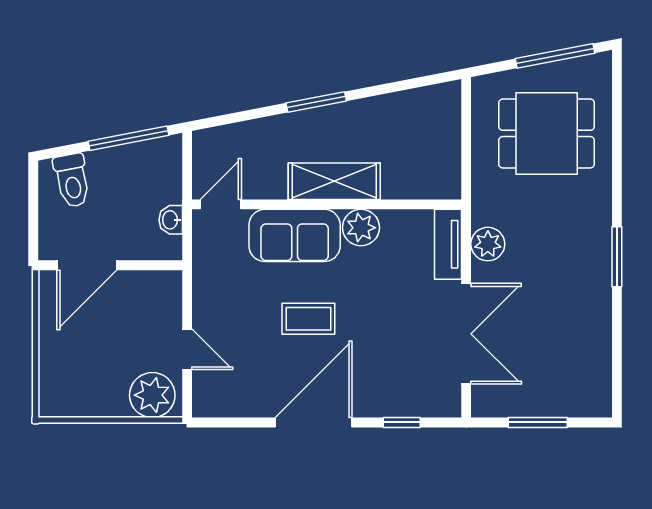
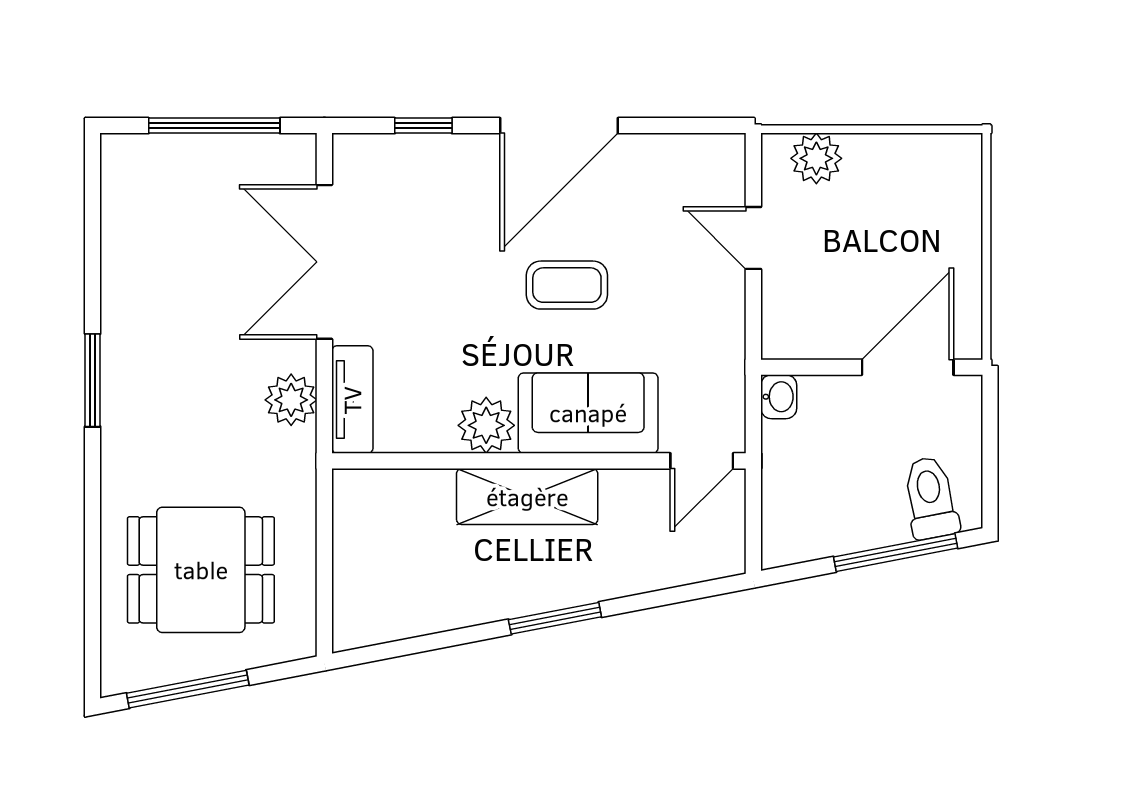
window: (128, 138) -> (896, 553), moved
washbasin: (171, 220) -> (779, 397), moved
plant: (152, 395) -> (816, 158), width x0.73, depth x0.73
window: (538, 422) -> (214, 126), width x1.44

